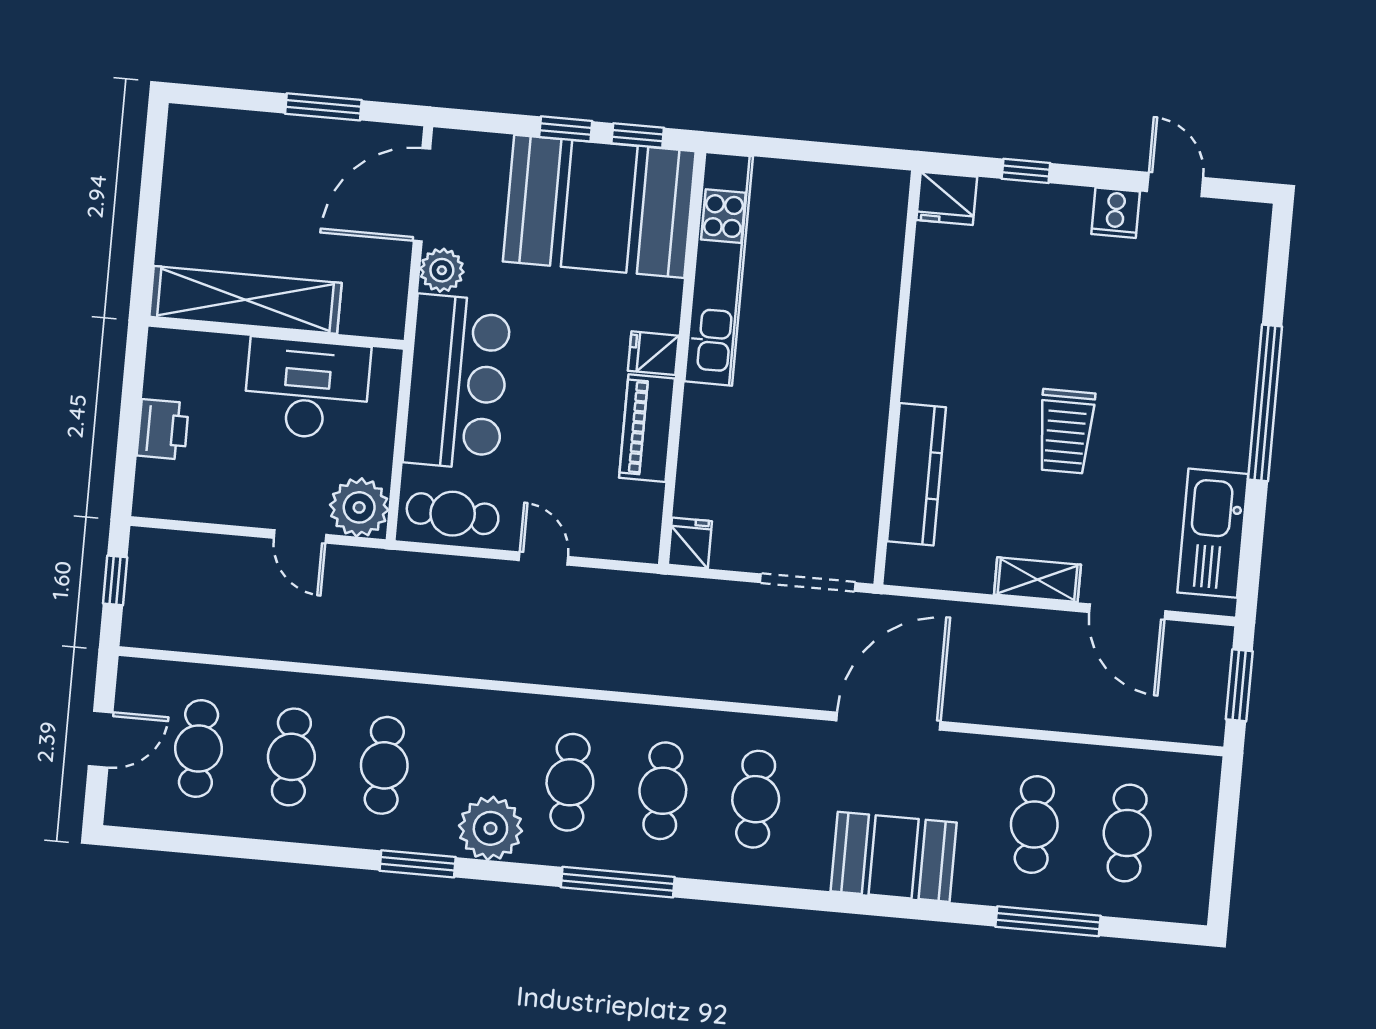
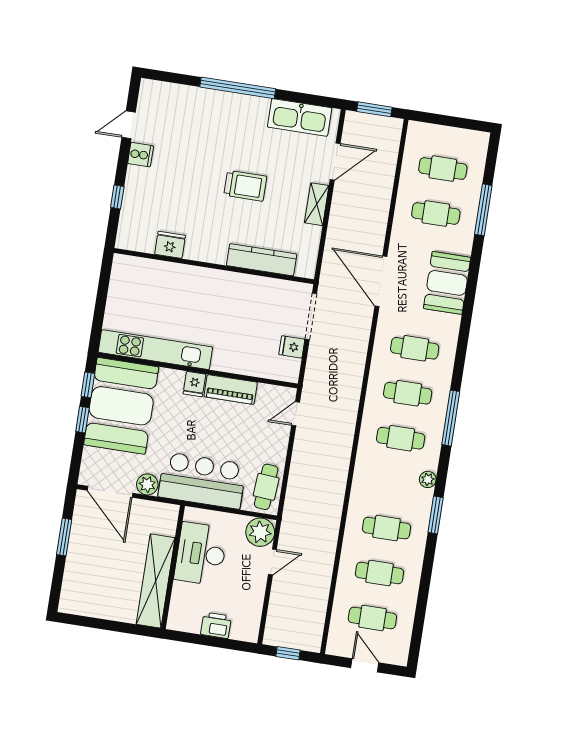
fridge: (947, 198) -> (170, 245), moved, turned -90
fridge: (690, 543) -> (292, 347), moved
door: (544, 559) -> (296, 414), moved
plant: (490, 828) -> (428, 479), width x0.53, depth x0.53

